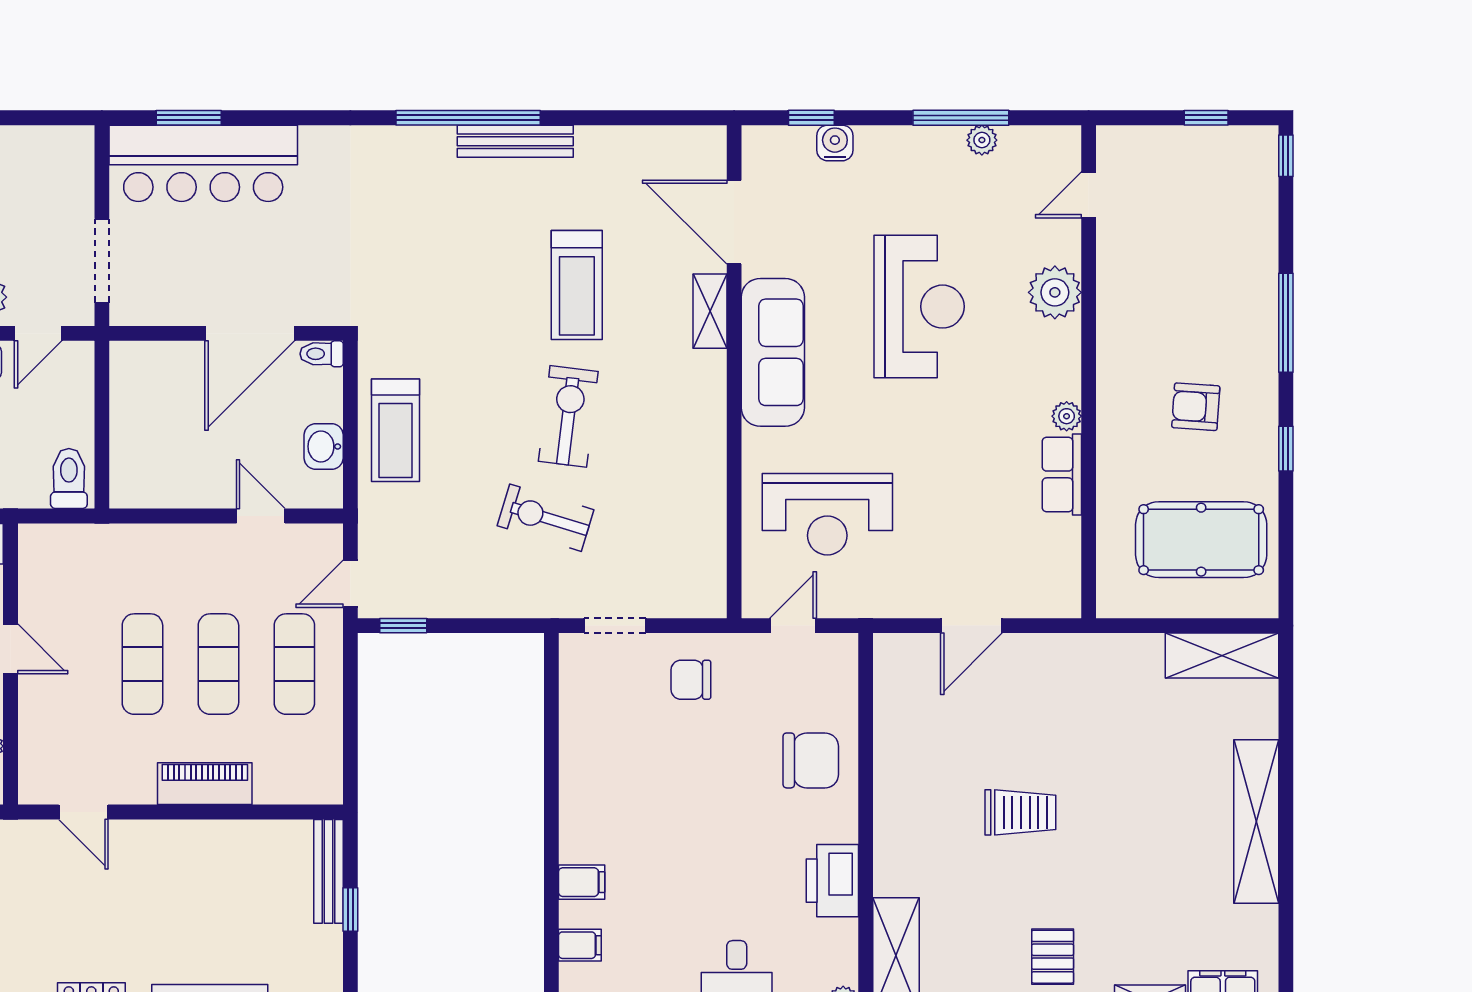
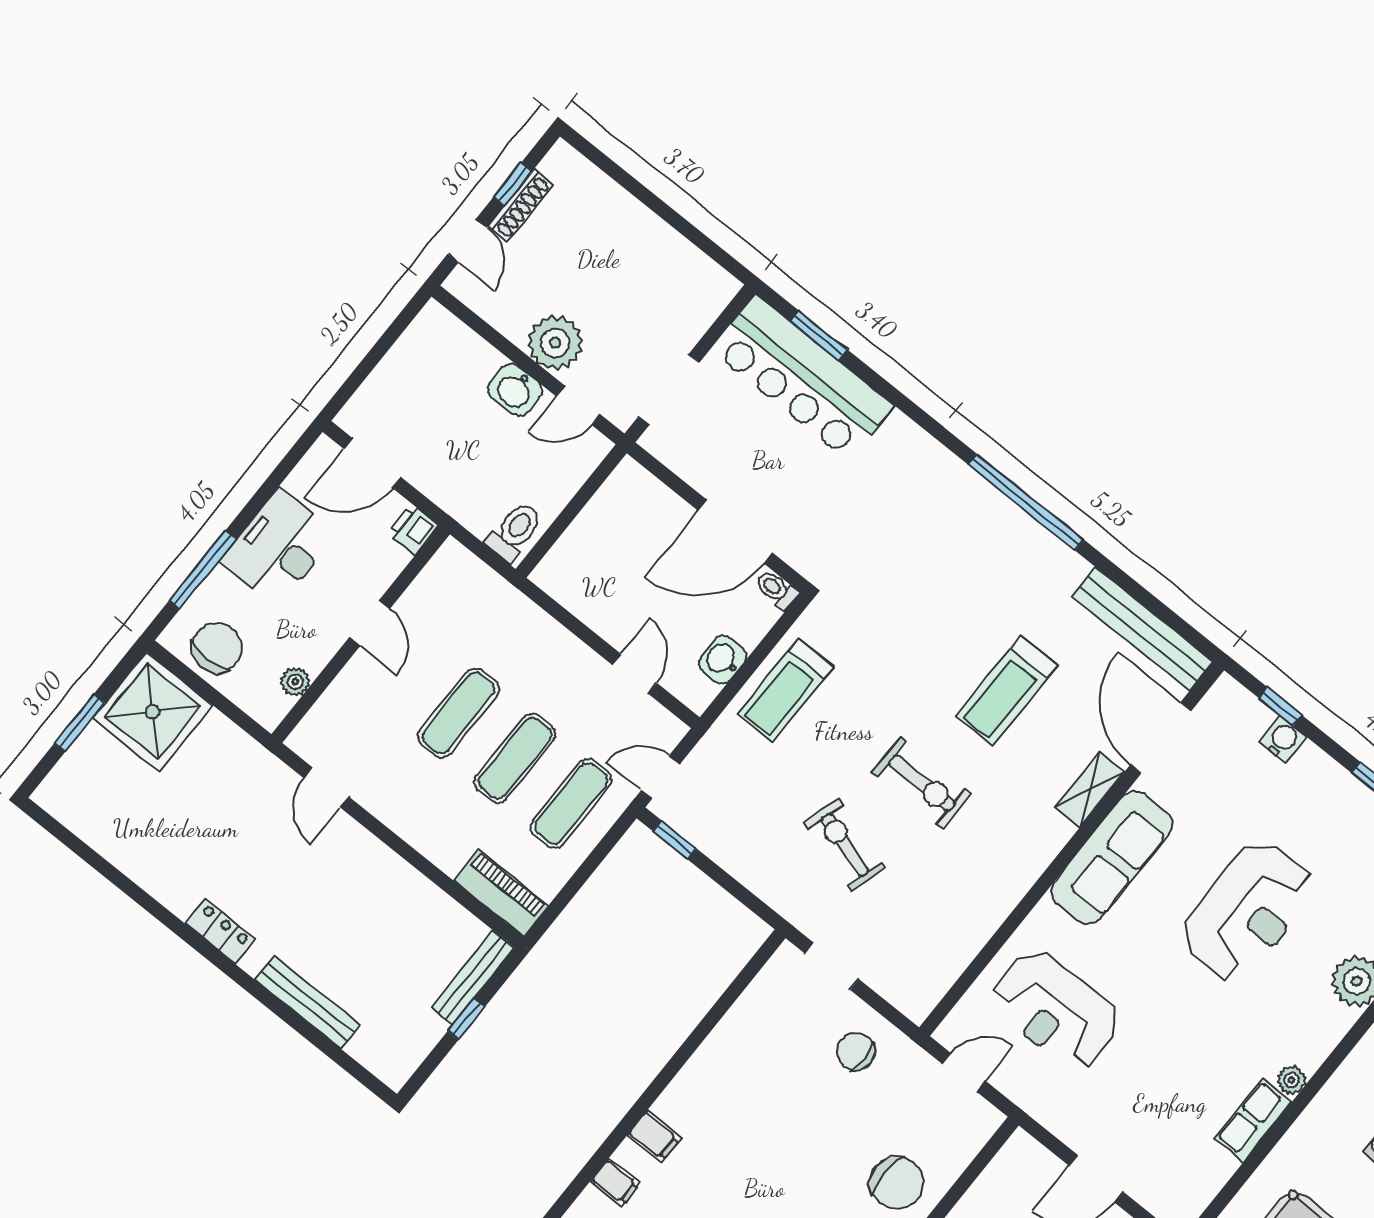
bench: (515, 141) -> (1143, 629), moved, width x1.37, depth x1.21
exercise bike: (568, 416) -> (922, 783), turned 83
piano: (205, 784) -> (501, 893), moved

